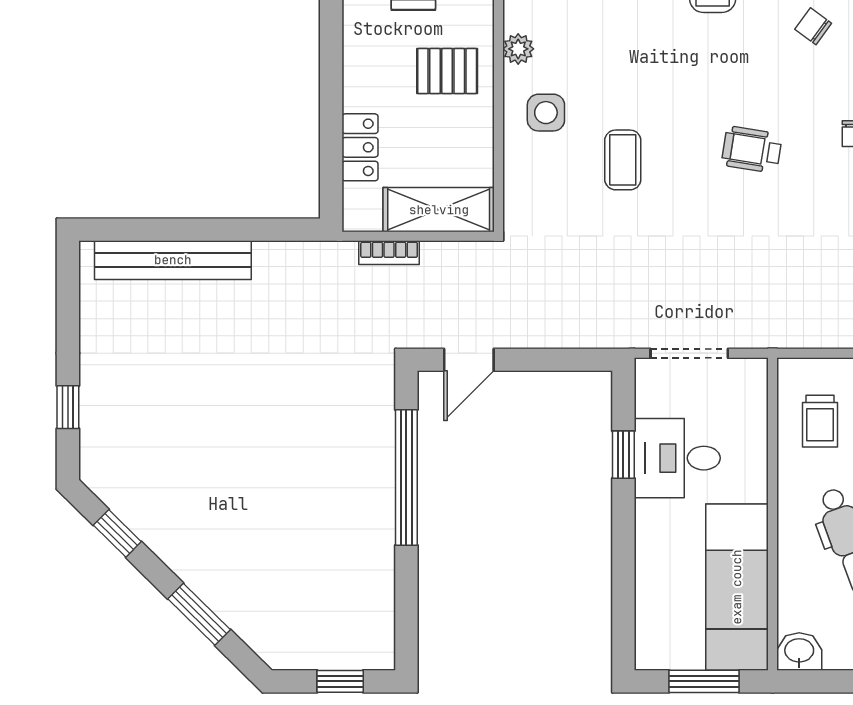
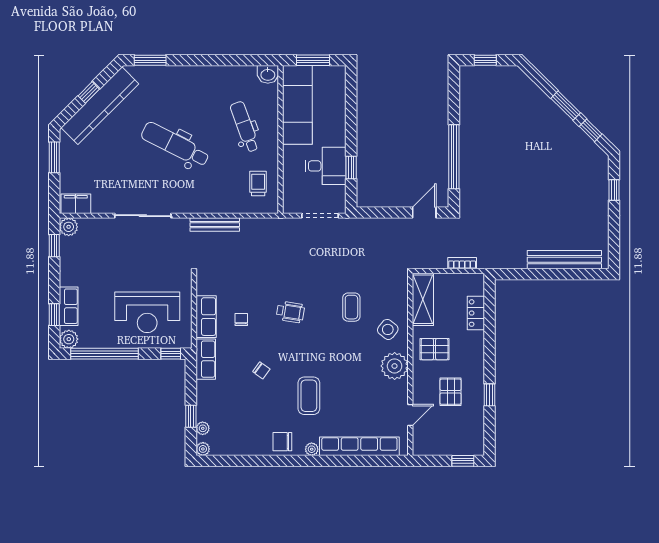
plant: (518, 49) -> (395, 366), width x1.88, depth x1.88
side table: (546, 113) -> (388, 329), turned 38
shelving: (439, 210) -> (423, 299), moved, turned 90
window: (199, 614) -> (566, 106), moved

